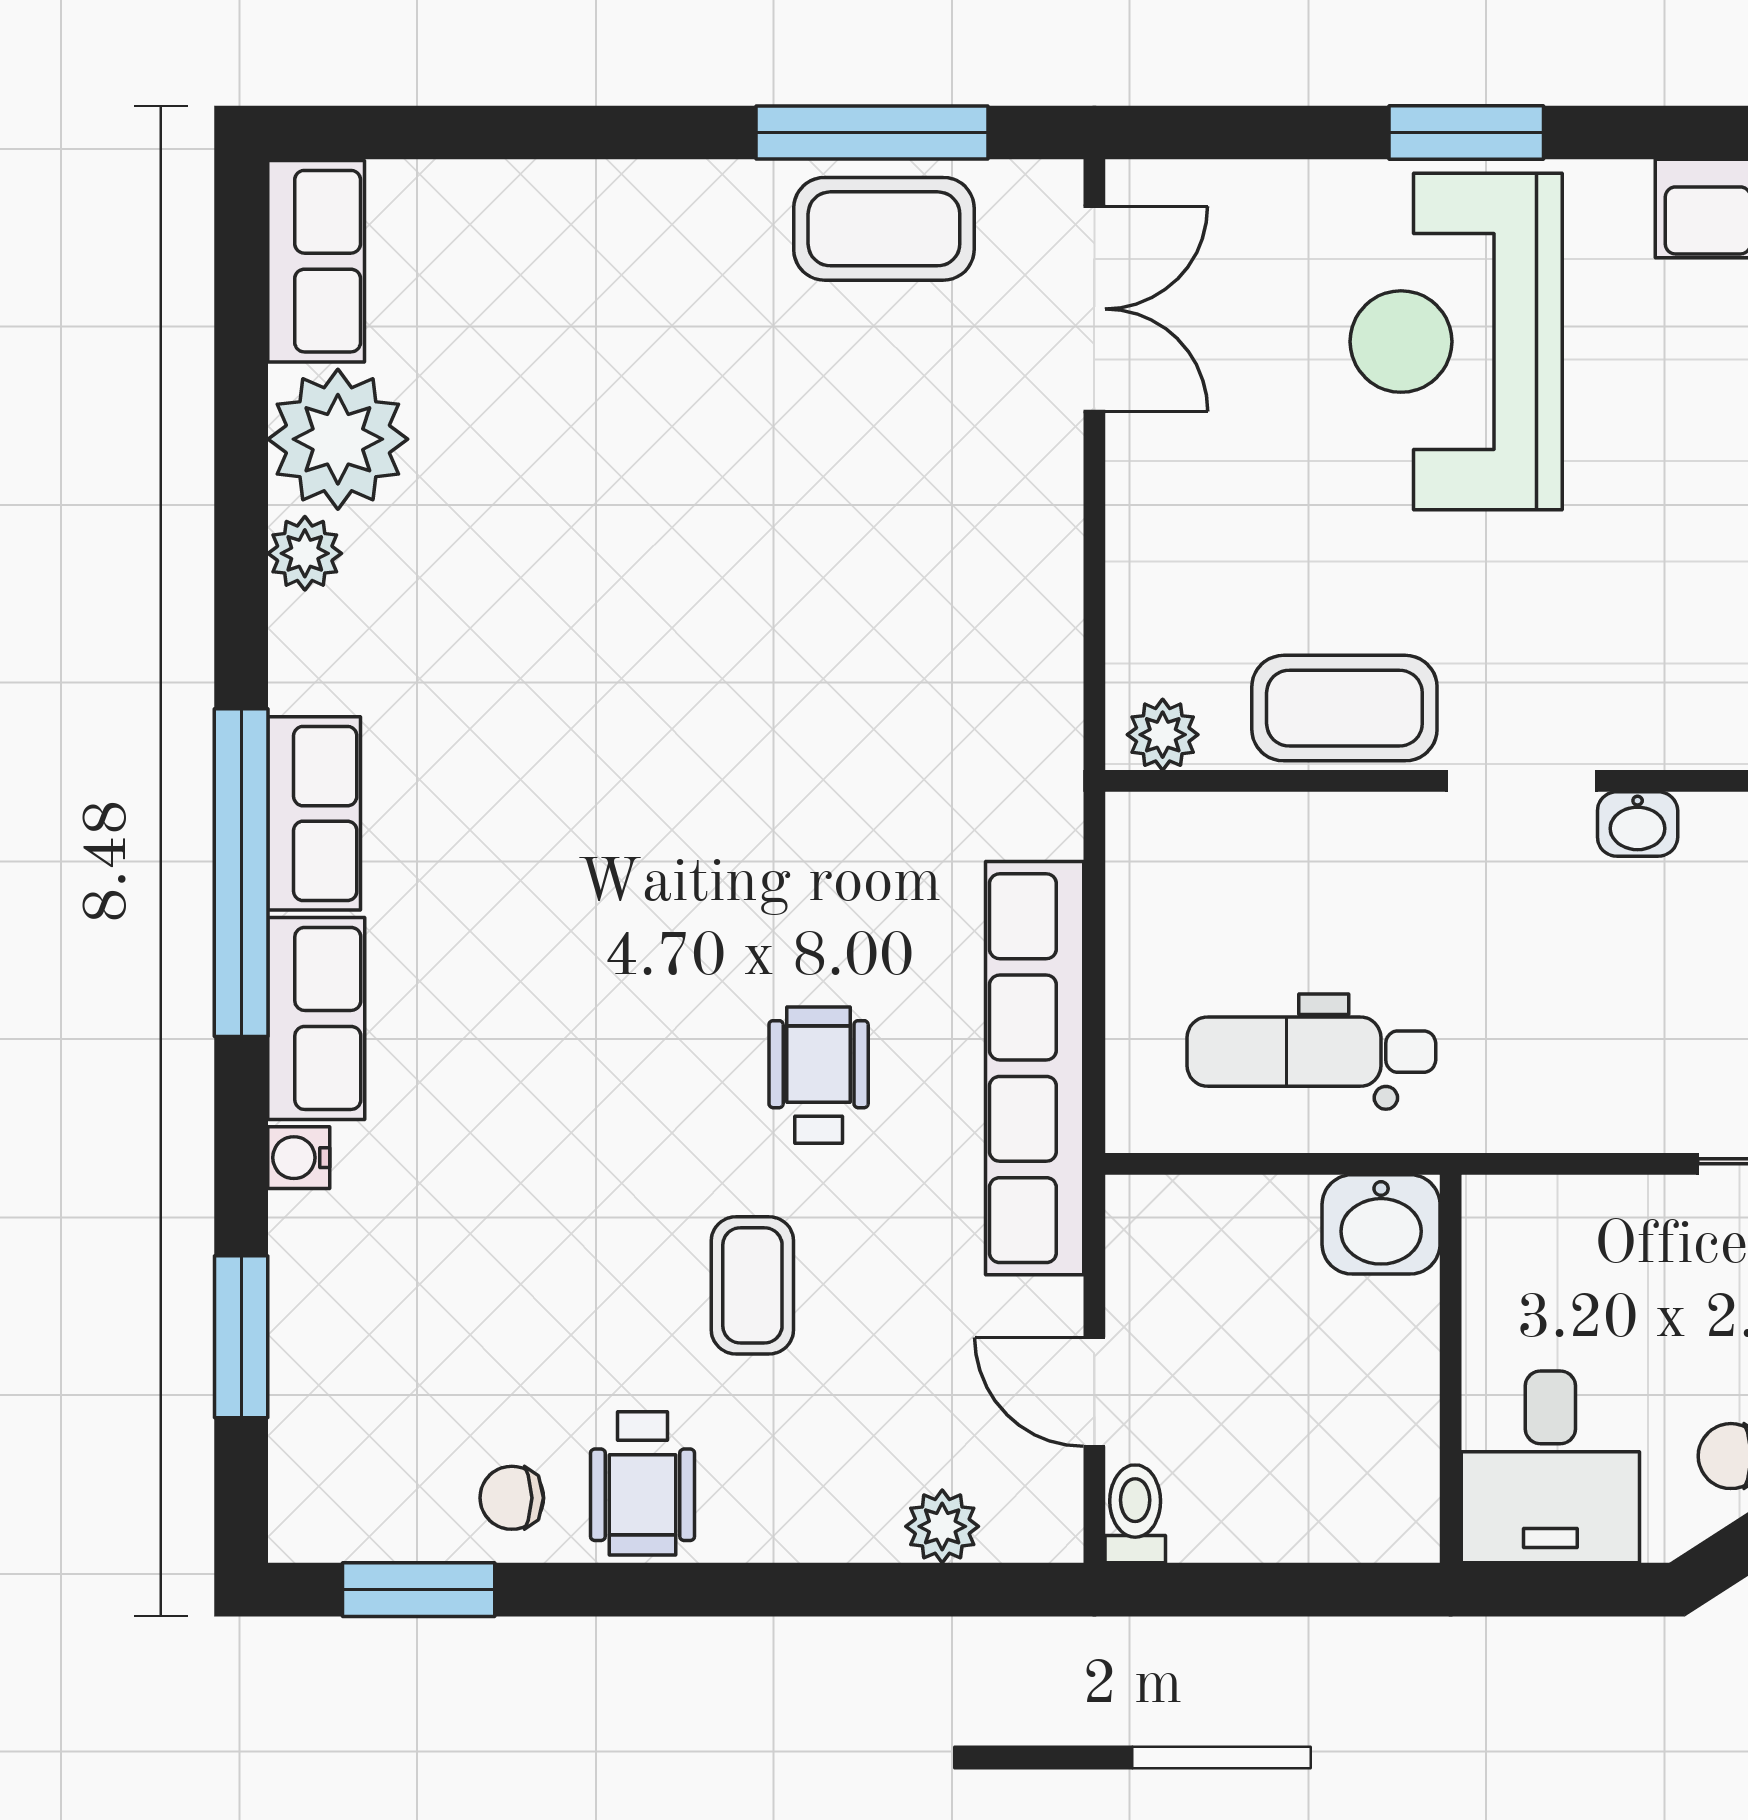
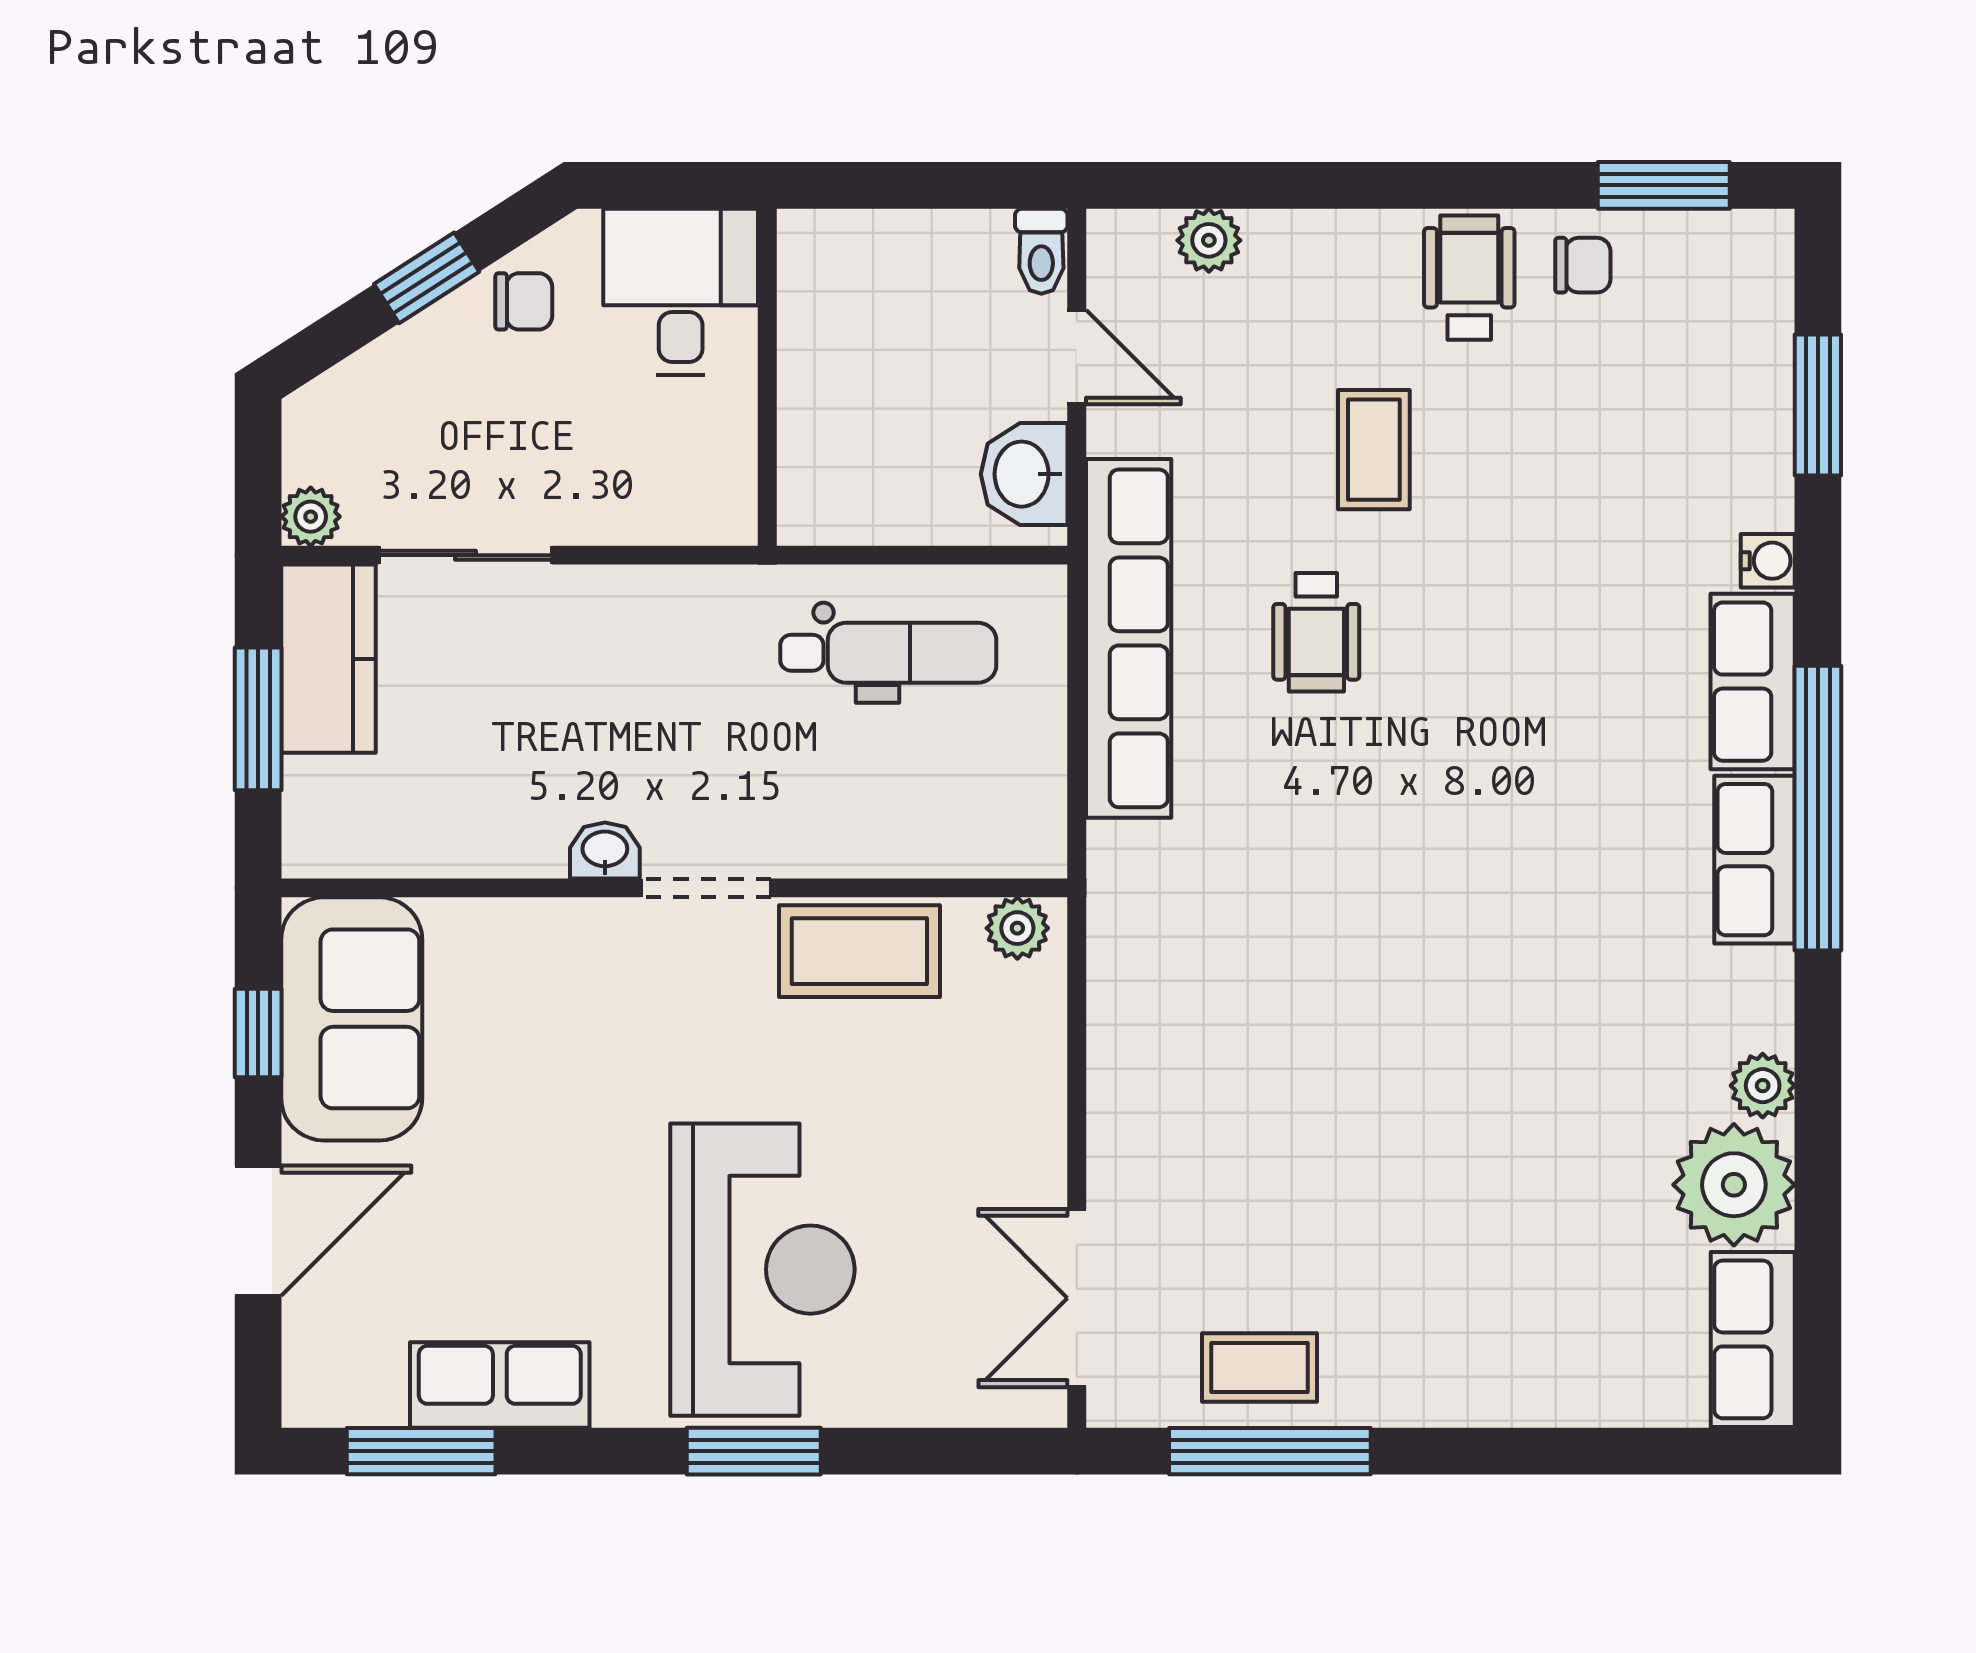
coffee table: (884, 229) -> (1260, 1367), width x0.73, depth x0.77
washbasin: (1381, 1224) -> (1024, 474), moved, turned -90

